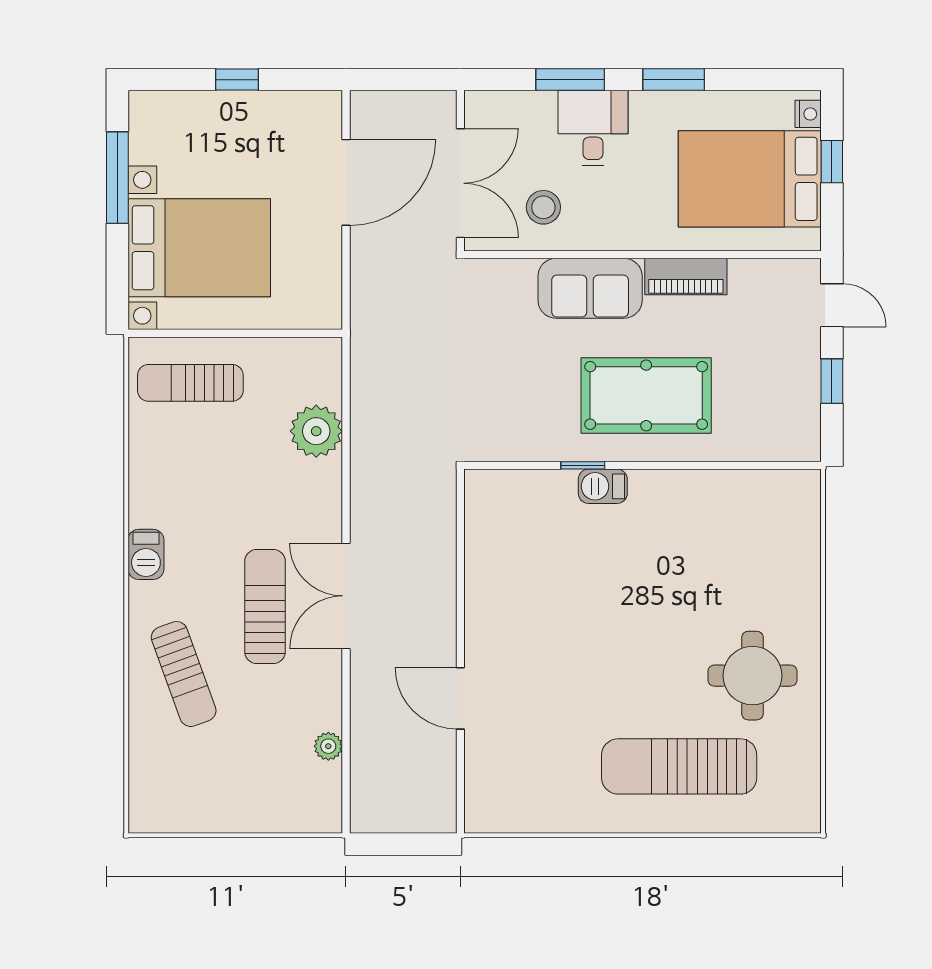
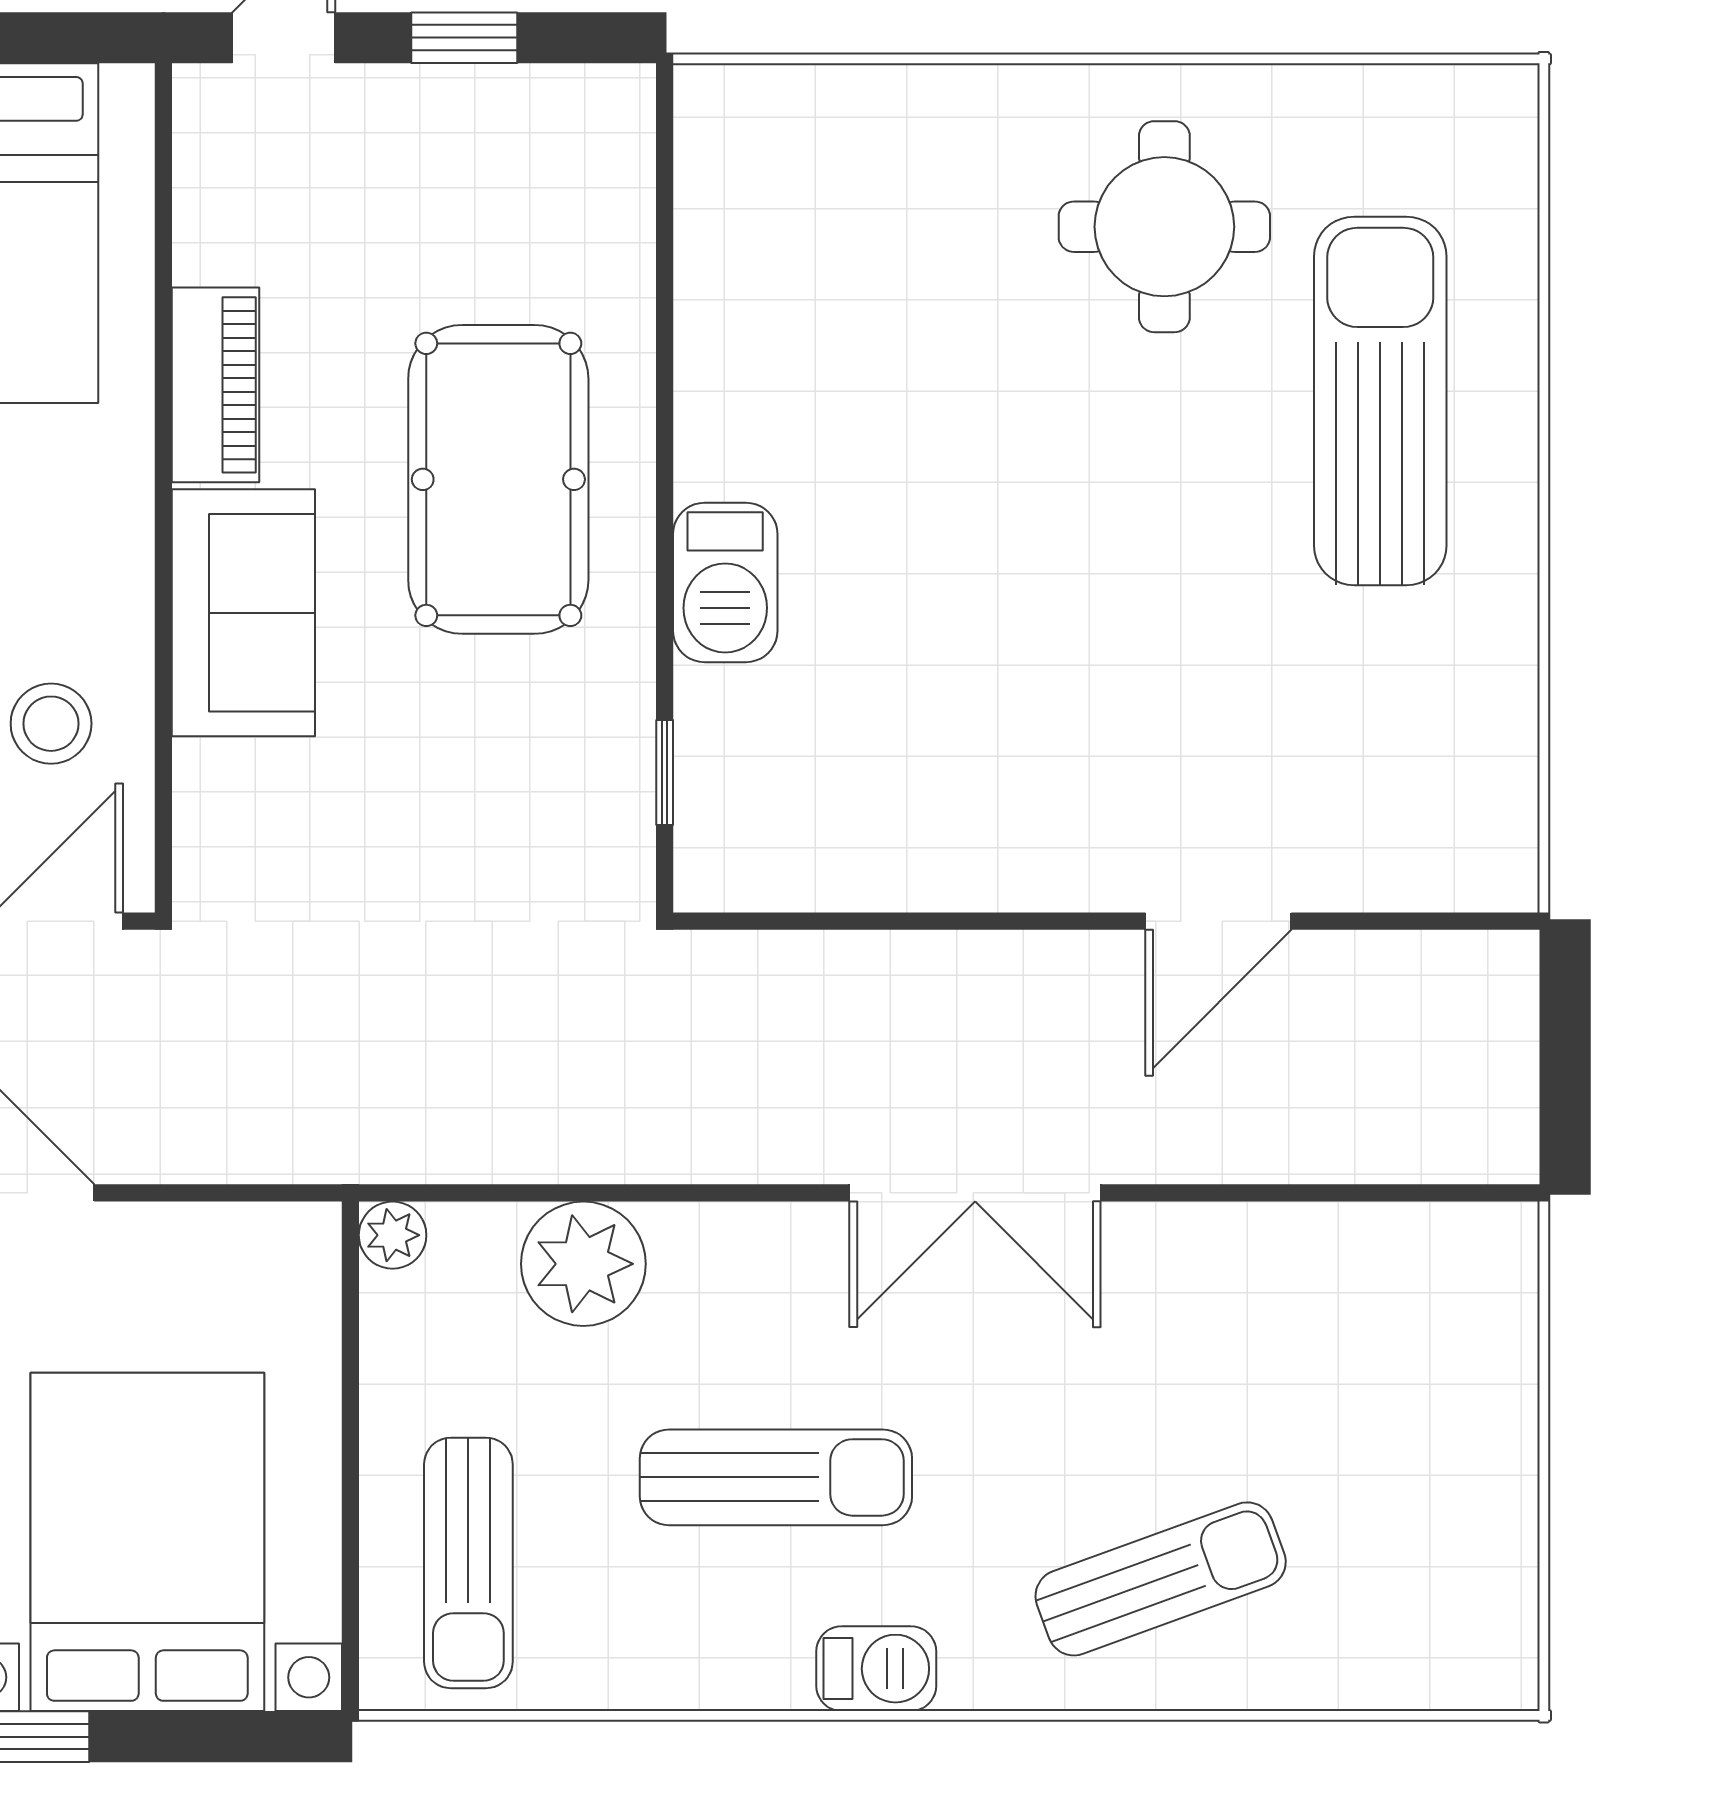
window: (583, 465) -> (665, 772), moved
barbecue: (603, 486) -> (725, 582), width x1.38, depth x1.27
sun lounger: (265, 606) -> (776, 1477), moved, turned 180
plant: (328, 746) -> (393, 1235), moved
sun lounger: (679, 766) -> (1380, 401), turned 180

